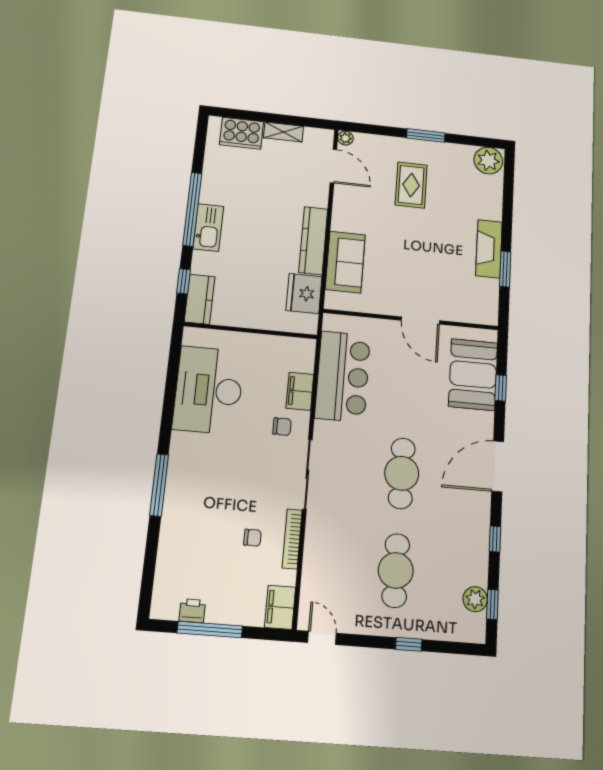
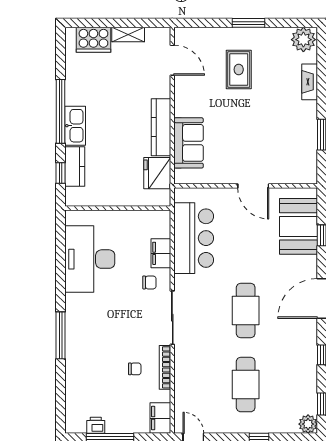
plant: (345, 138) -> (180, 34), removed
fireplace: (489, 249) -> (310, 82), moved, width x0.73, depth x0.76
kitchen counter: (200, 299) -> (75, 167), moved
plant: (475, 599) -> (308, 424), moved

